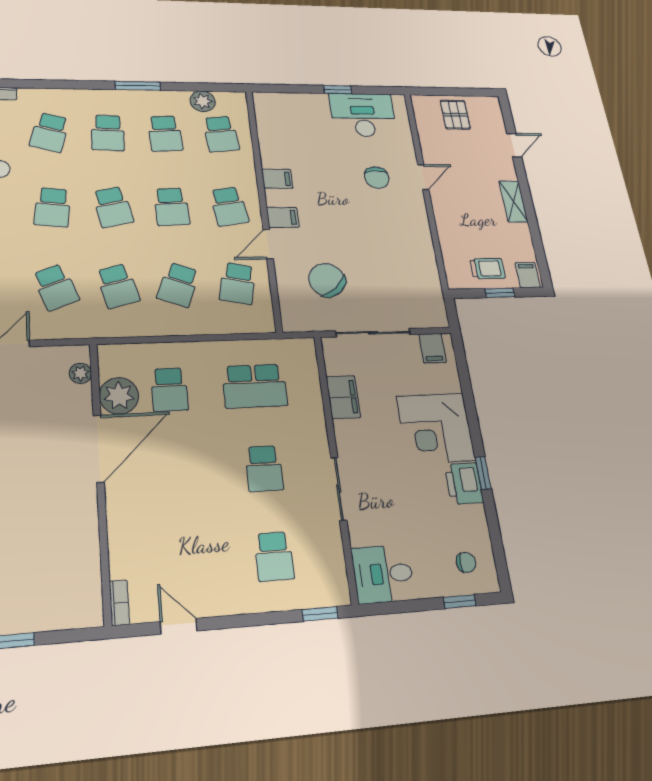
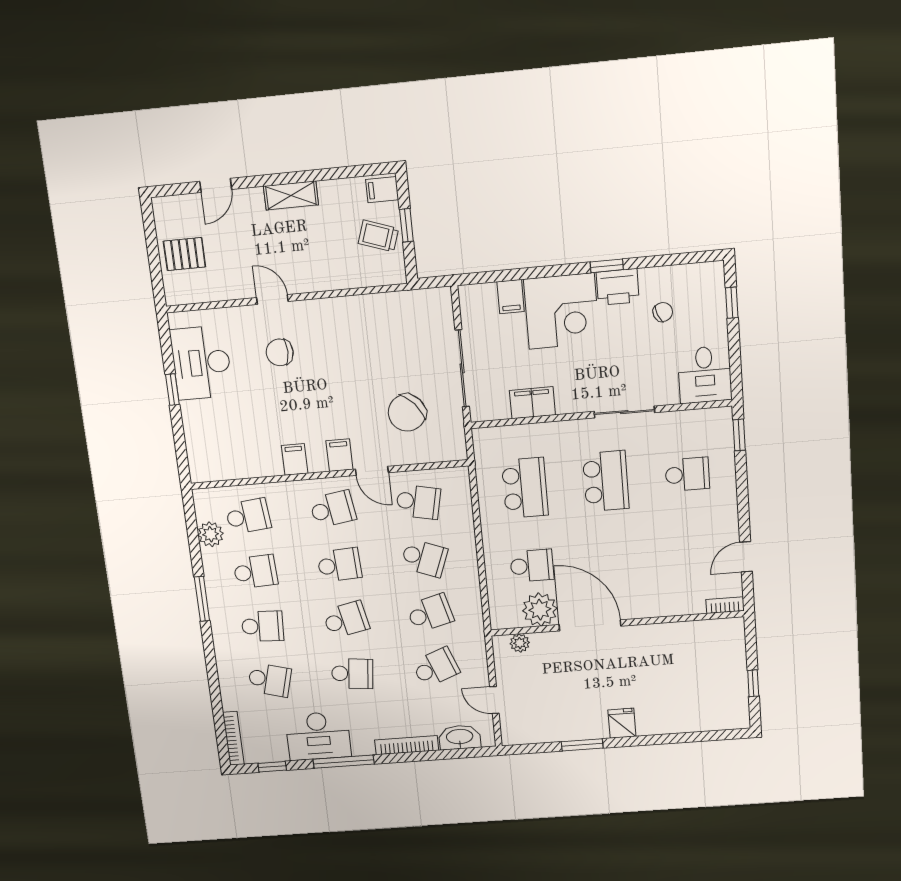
door: (514, 145) -> (216, 185), swing flipped
chair: (377, 178) -> (280, 352), turned 180
trolley: (488, 268) -> (378, 236), turned -71
filing cabinet: (433, 348) -> (511, 297), moved, turned 90
school desk: (264, 468) -> (606, 481), width x1.85
chair: (466, 562) -> (663, 312), moved, turned 67

